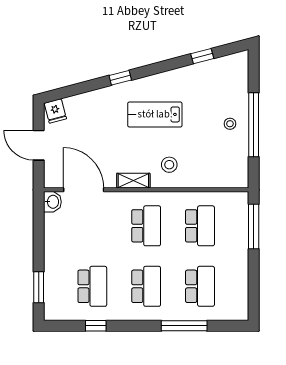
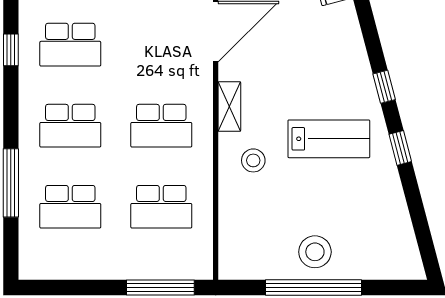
window: (202, 56) -> (400, 148), moved
lab bench: (155, 114) -> (329, 139), turned 90
stool: (230, 124) -> (315, 252), width x1.89, depth x1.89

